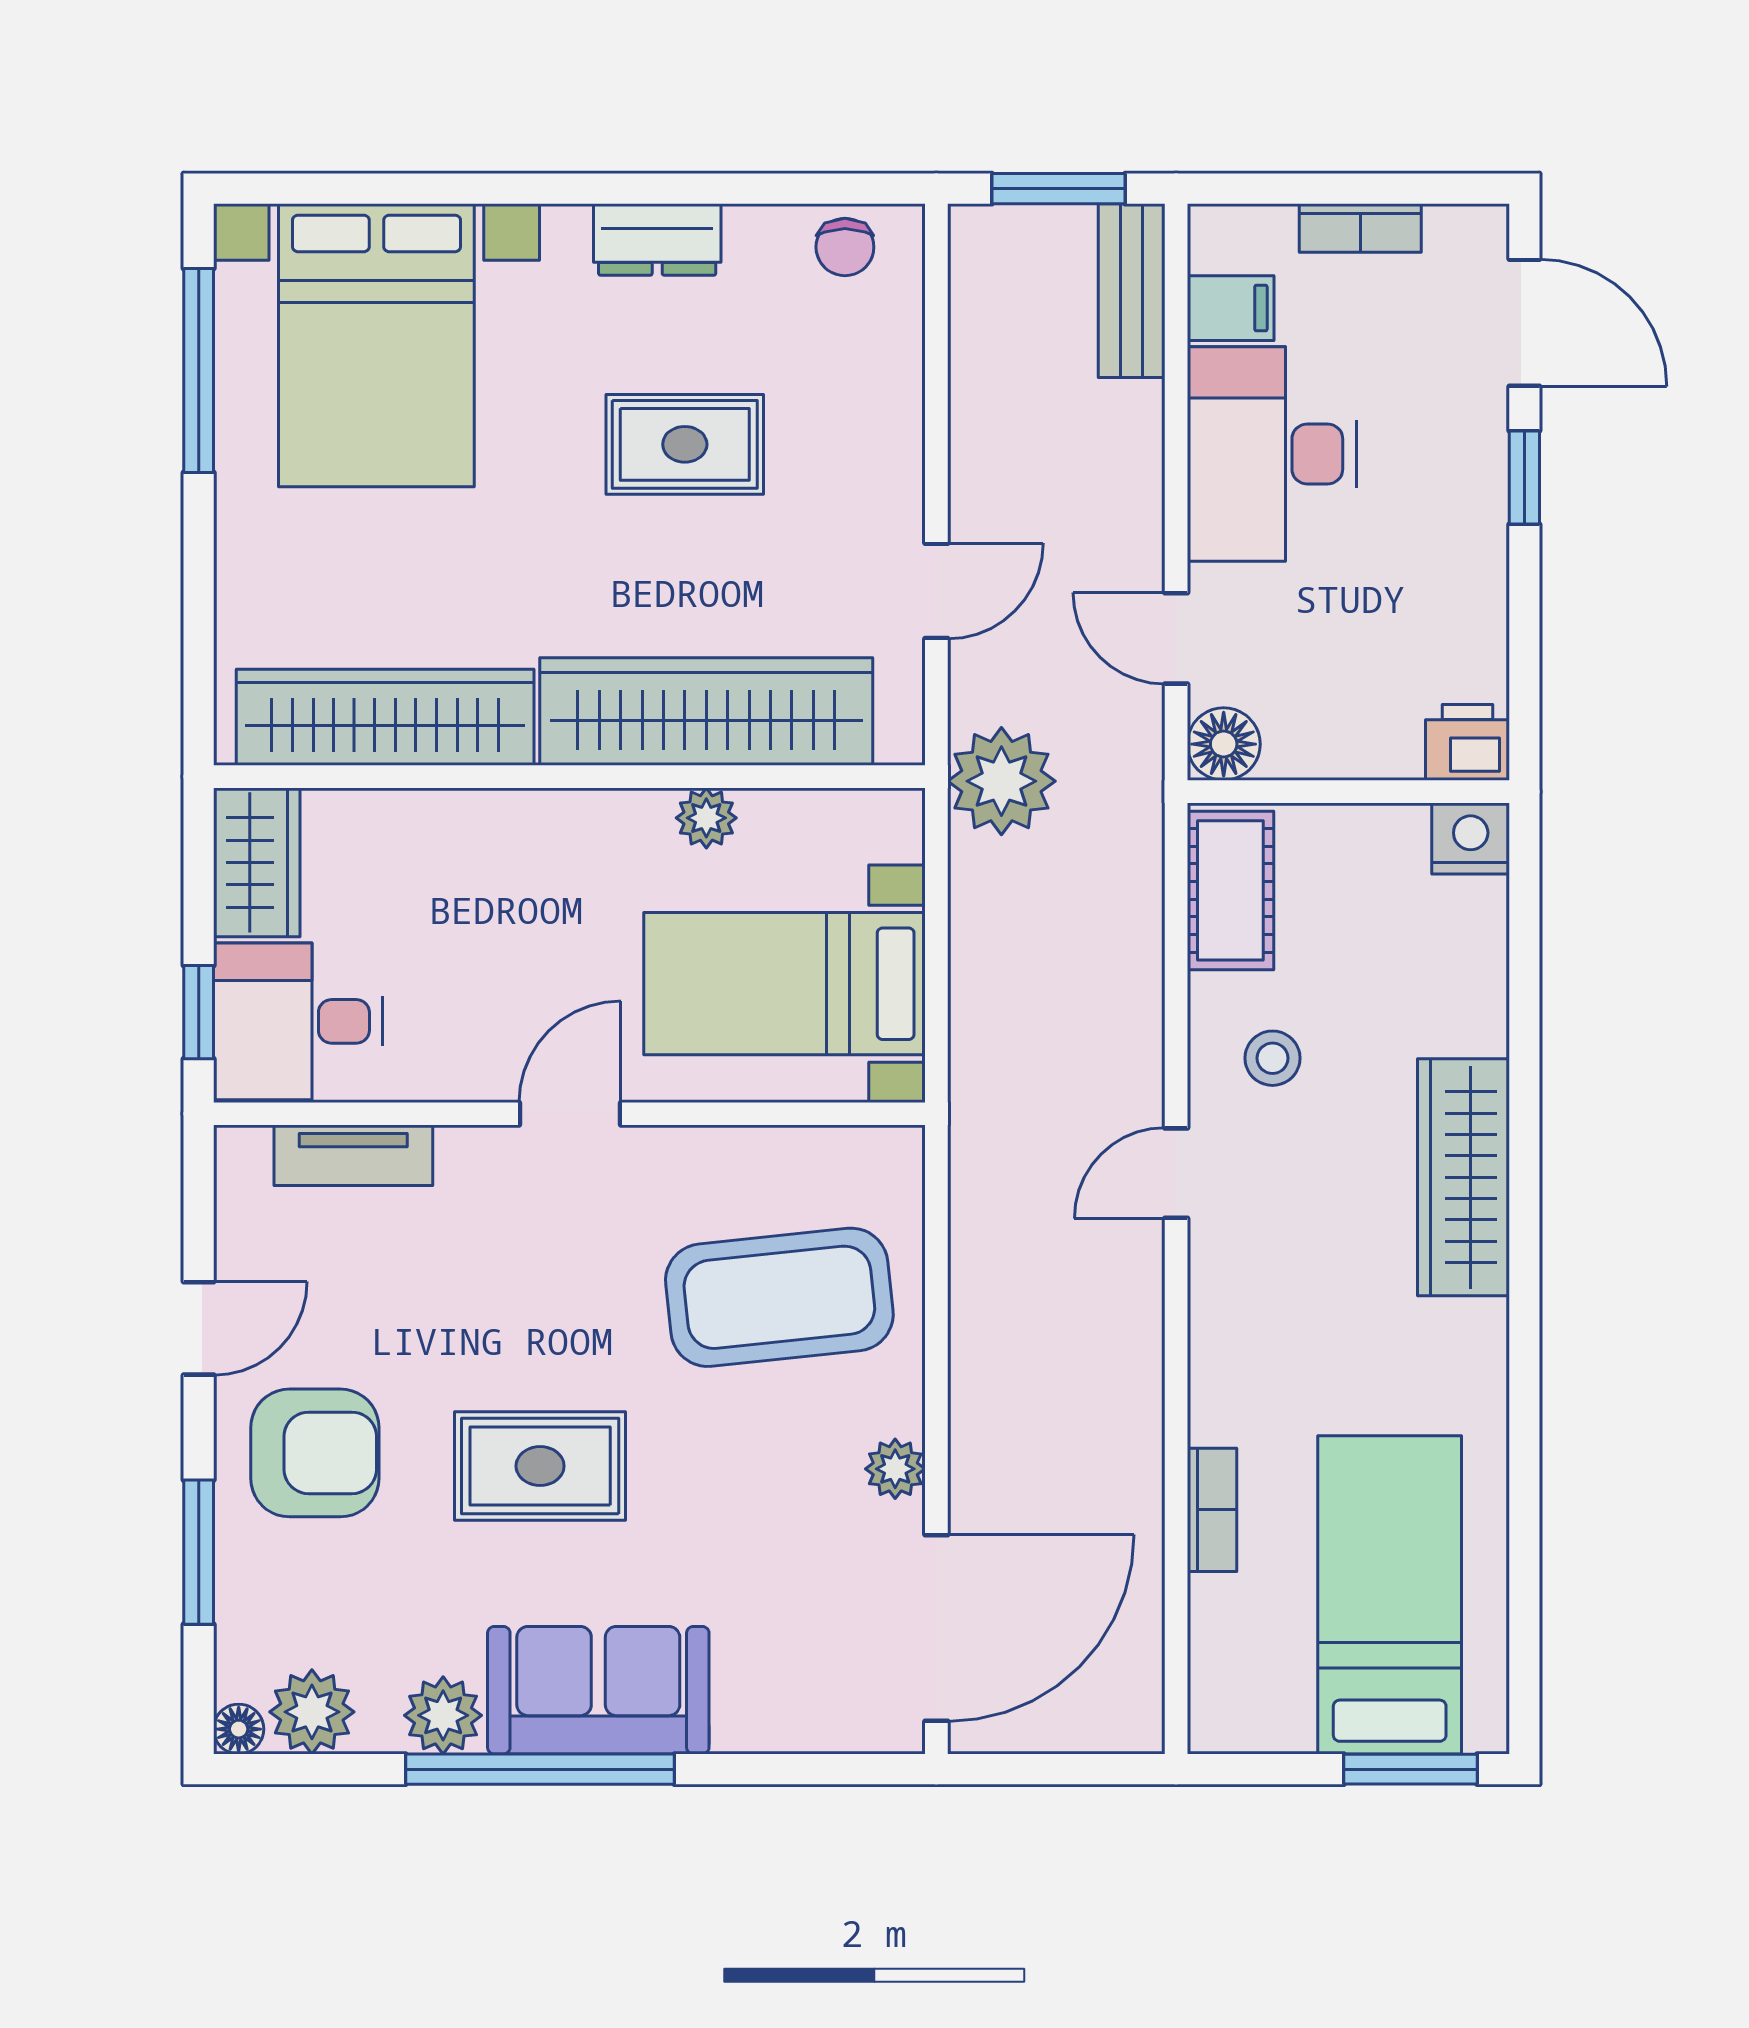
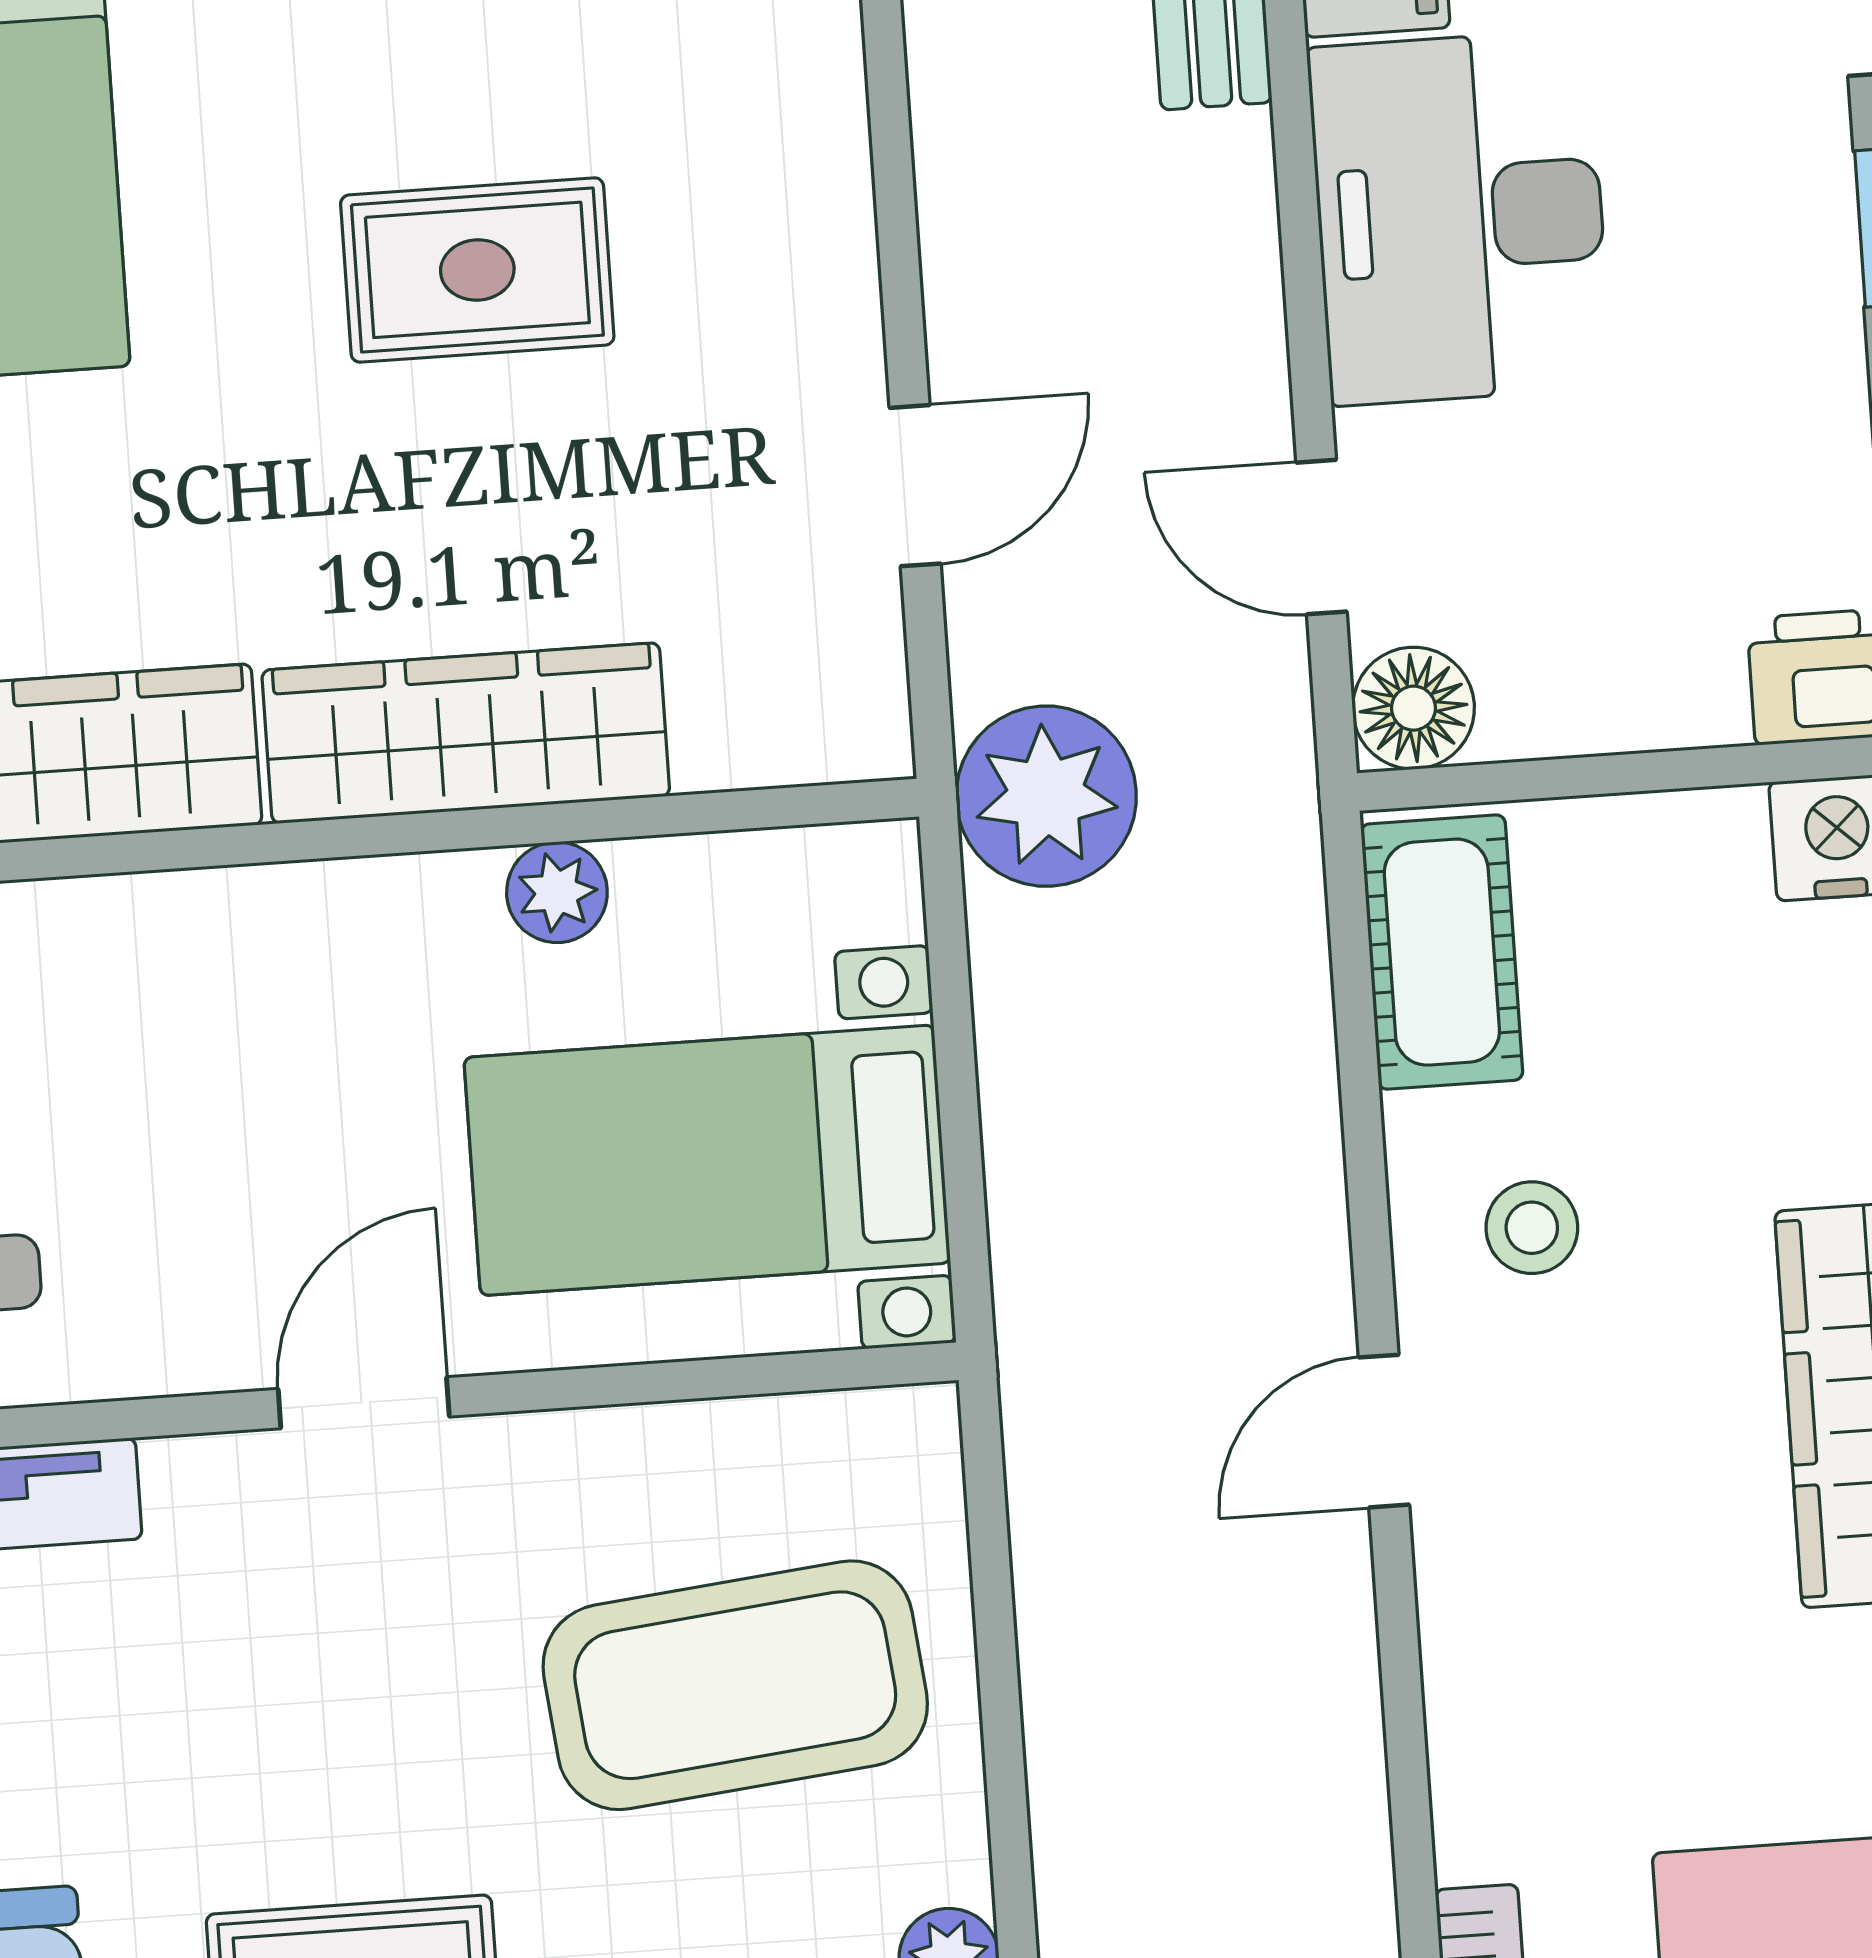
wardrobe: (706, 712) -> (466, 733), width x0.71, depth x0.85

